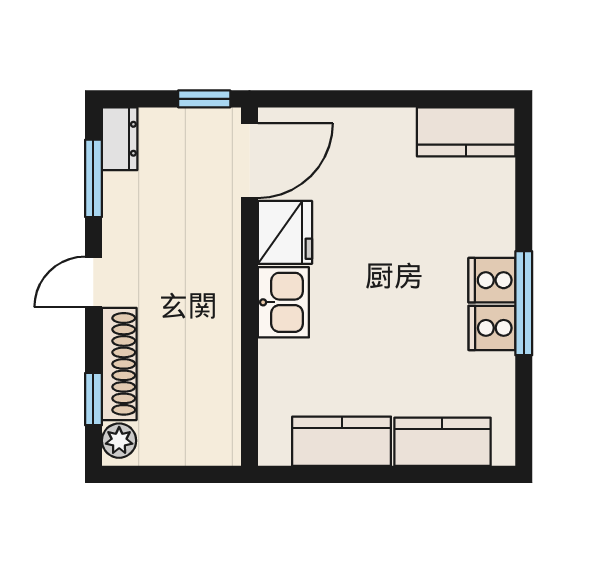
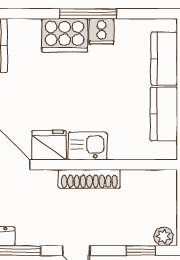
cooker: (492, 280) -> (65, 35), width x1.87, depth x1.31
shoe rack: (119, 364) -> (89, 179), moved, turned 180

